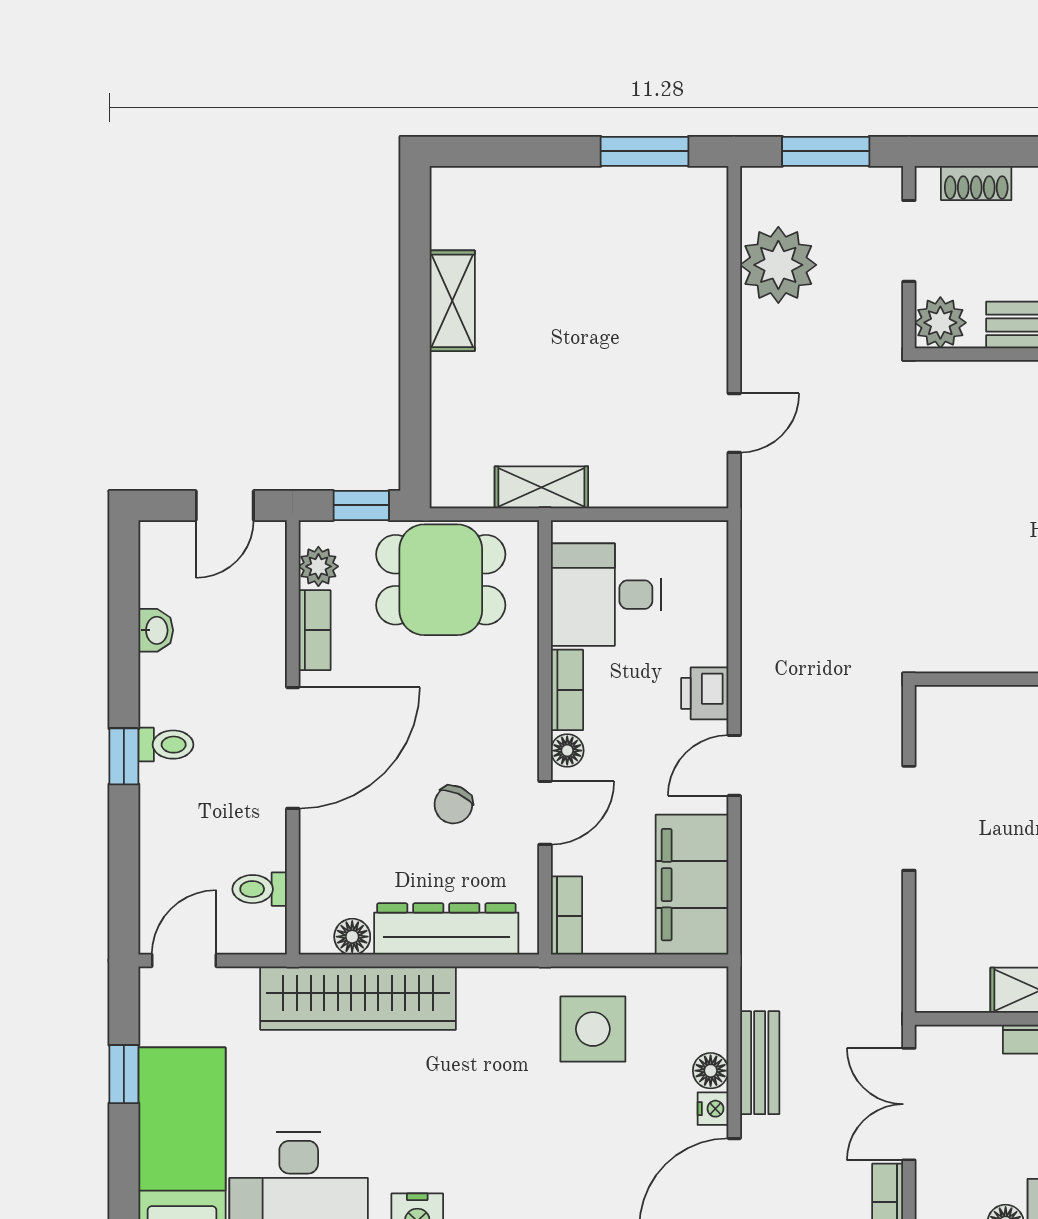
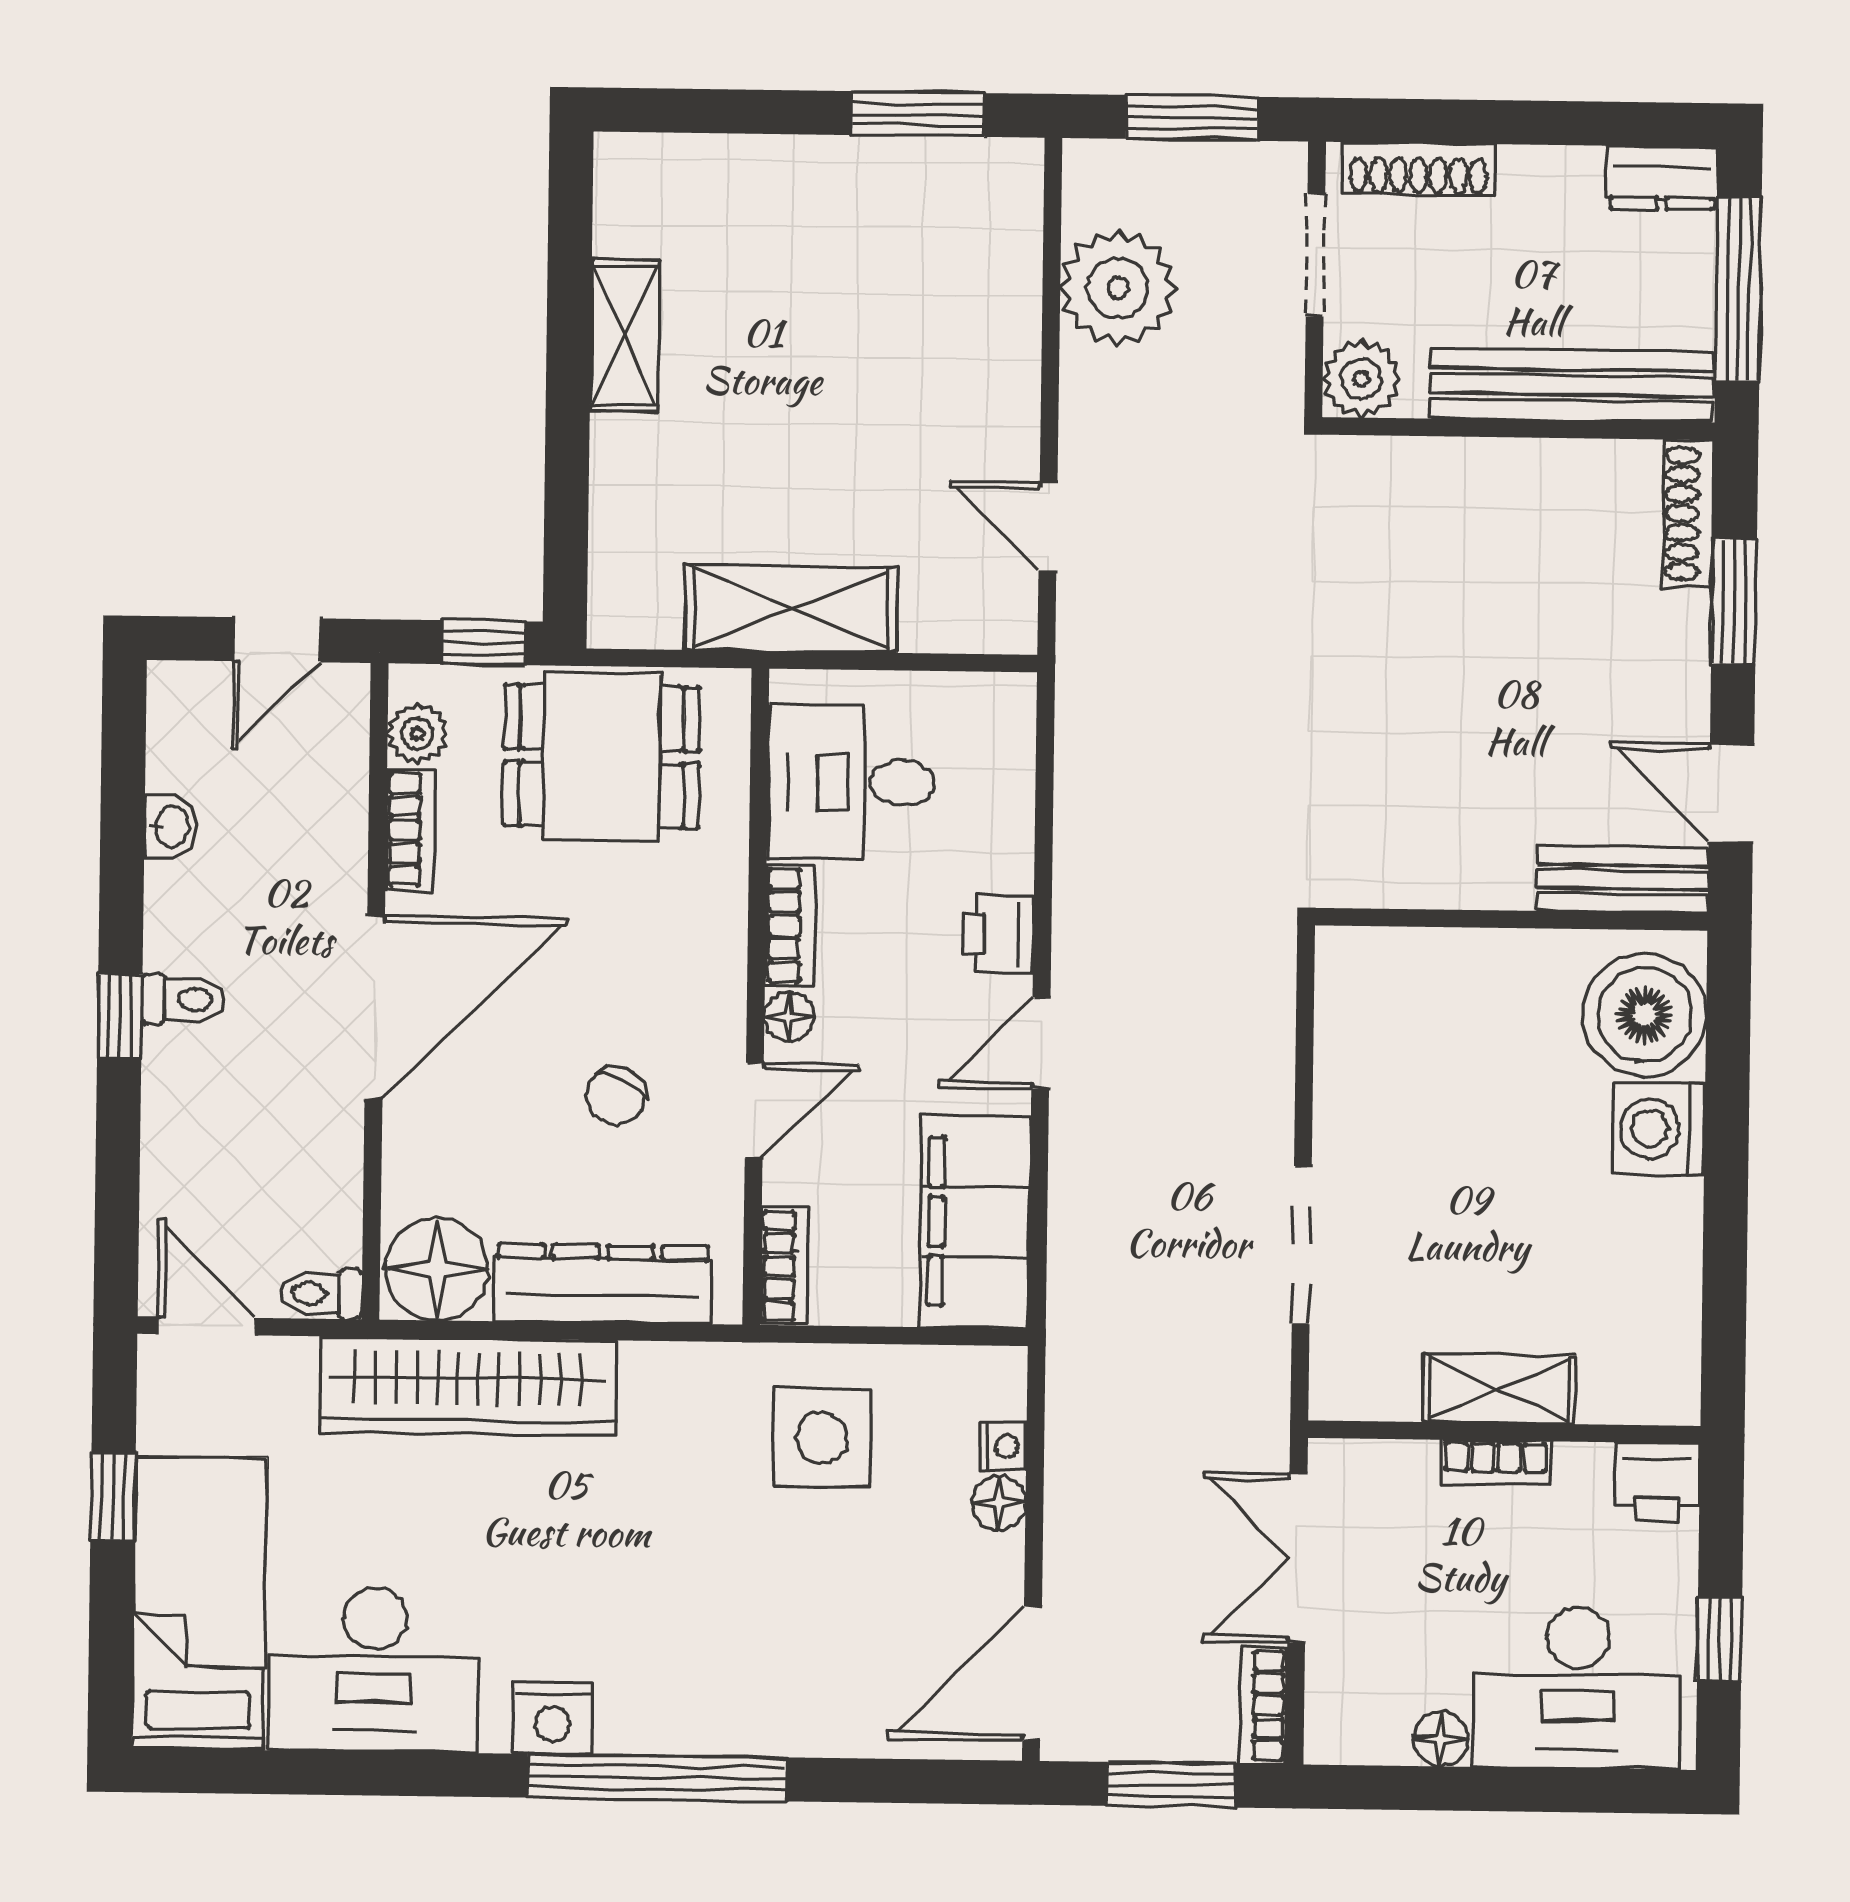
shoe rack: (976, 183) -> (1418, 169), width x1.43
door: (734, 423) -> (1048, 526), swing flipped
shelving: (541, 487) -> (791, 609), width x1.50, depth x1.33
doorway: (909, 818) -> (1302, 1245), moved
toilet: (260, 889) -> (321, 1293), moved
floor lamp: (352, 937) -> (437, 1269), width x1.89, depth x1.89
door: (184, 961) -> (206, 1326), hinge flipped
bench: (760, 1063) -> (1073, 1492), removed
nightstand: (713, 1109) -> (1003, 1446), moved

